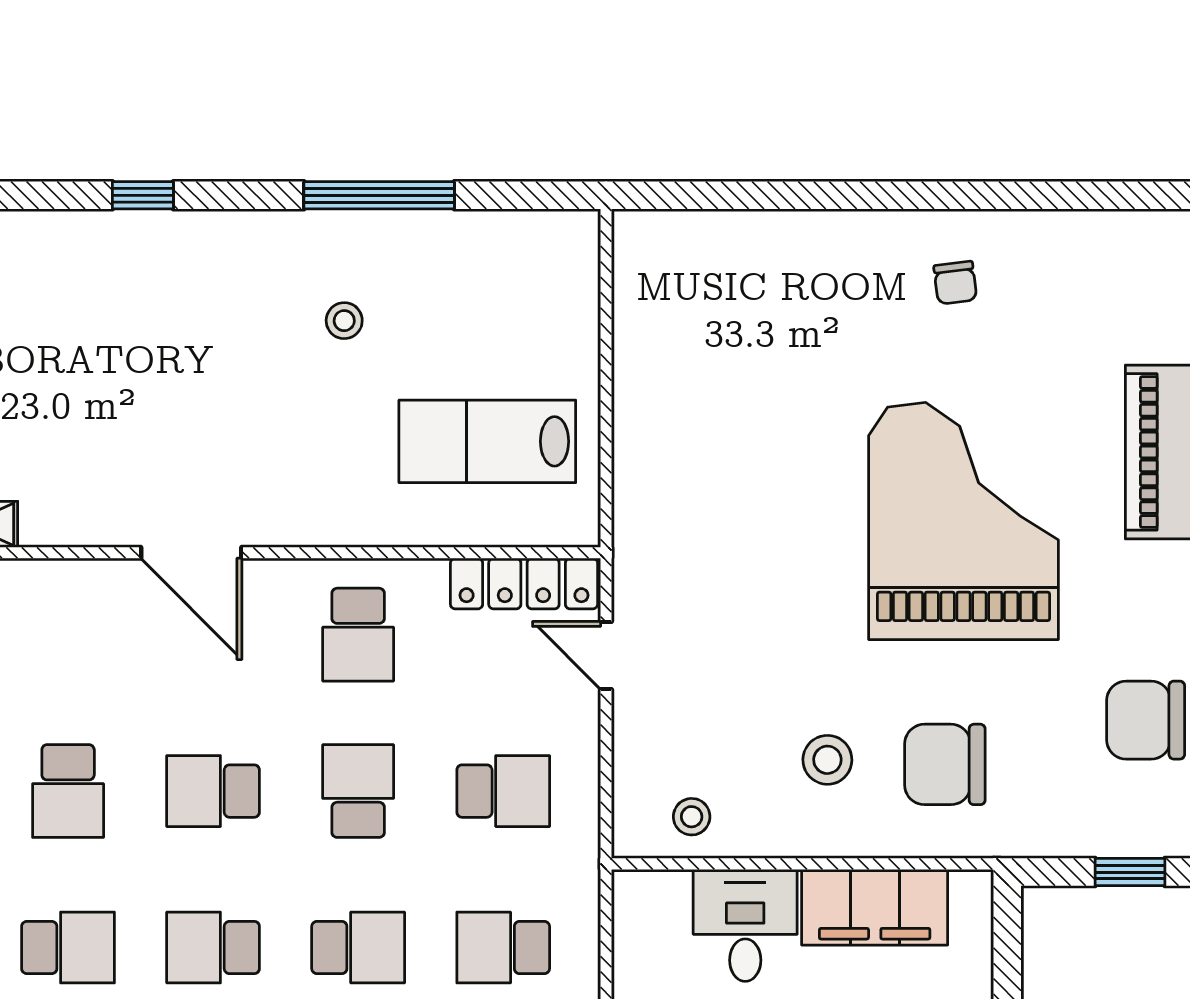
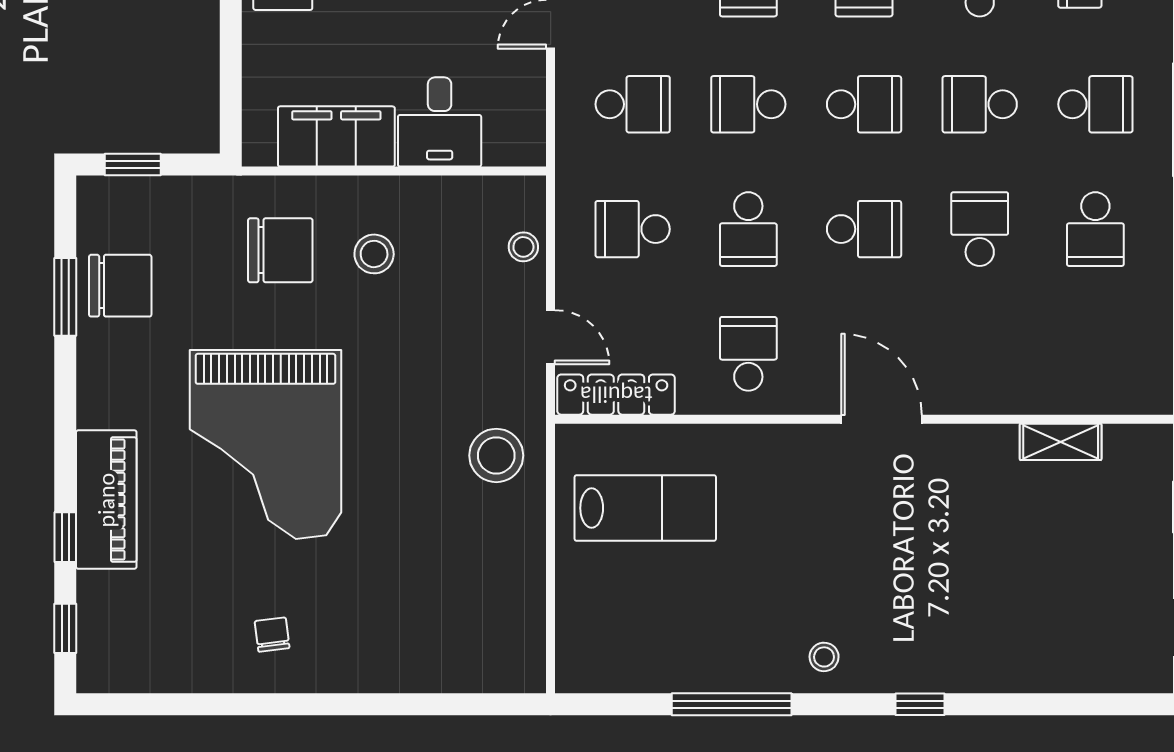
stool: (344, 321) -> (824, 657), moved
stool: (674, 507) -> (496, 455), added
stool: (692, 817) -> (523, 247), moved

